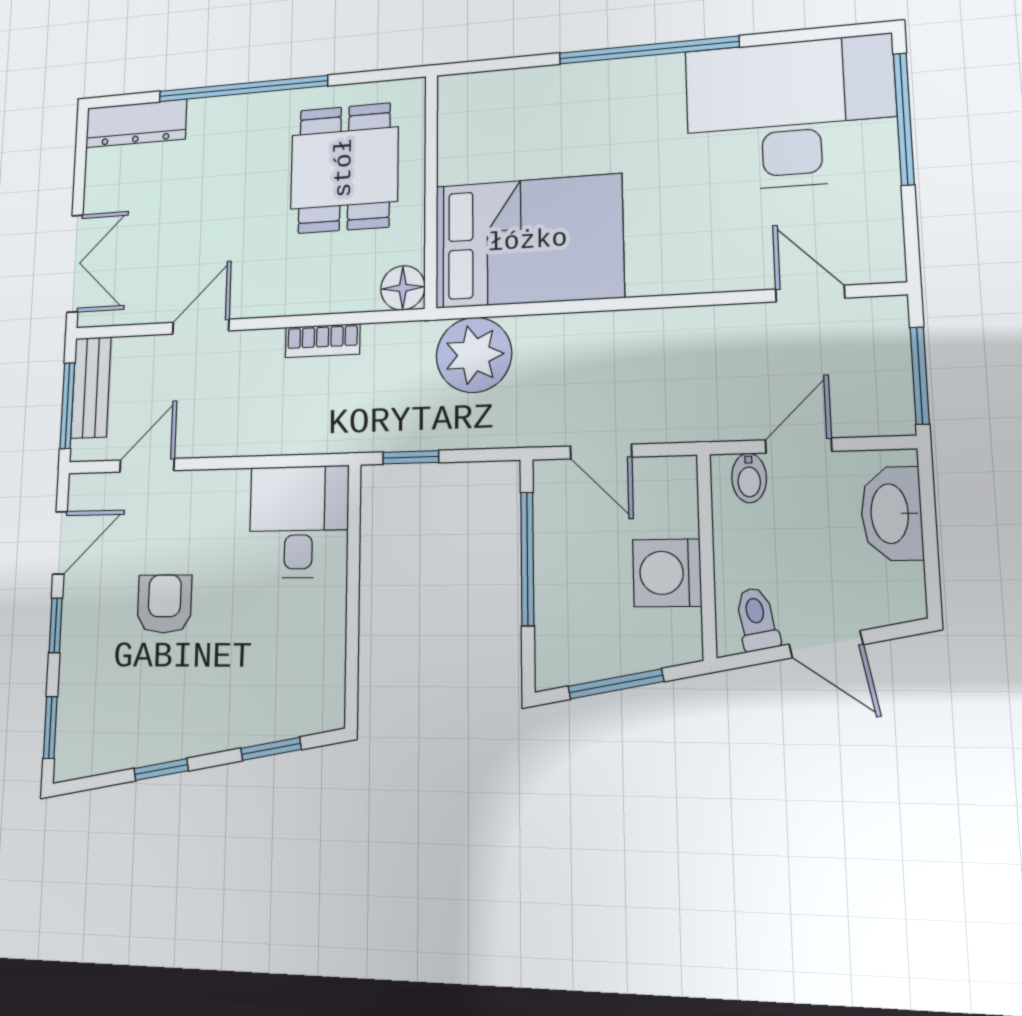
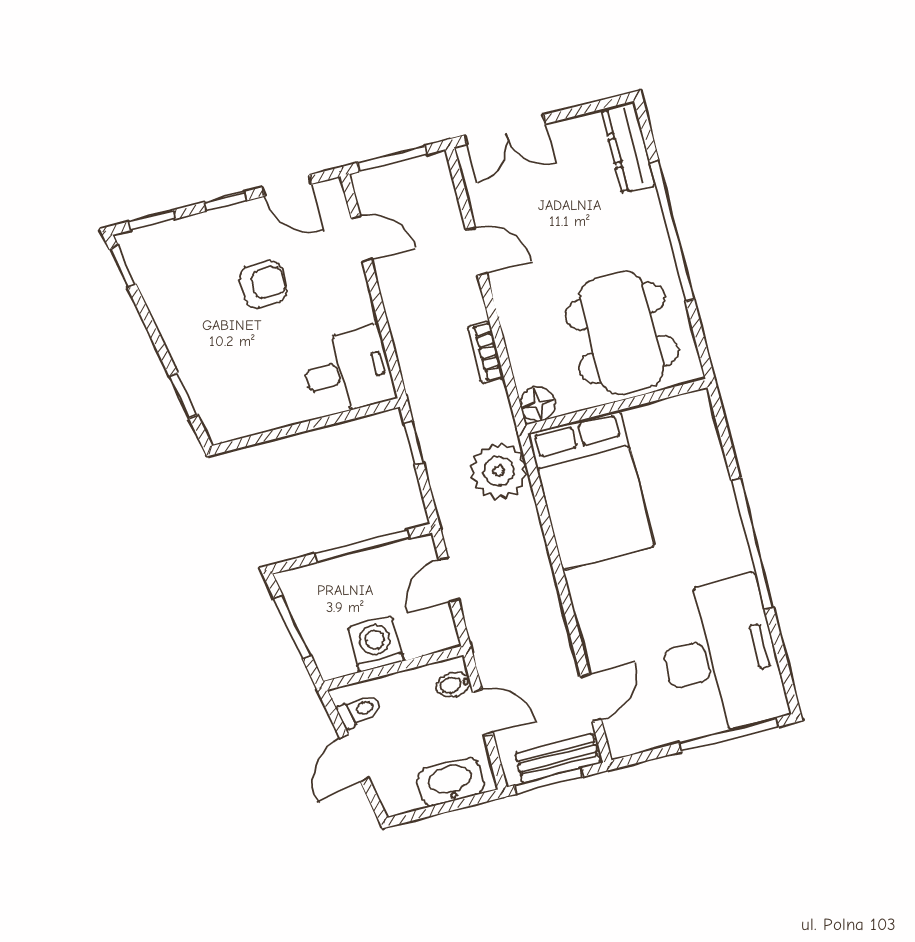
dining table: (344, 168) -> (622, 333), width x1.38
bench: (91, 387) -> (558, 758), moved
window: (161, 770) -> (123, 267), moved

